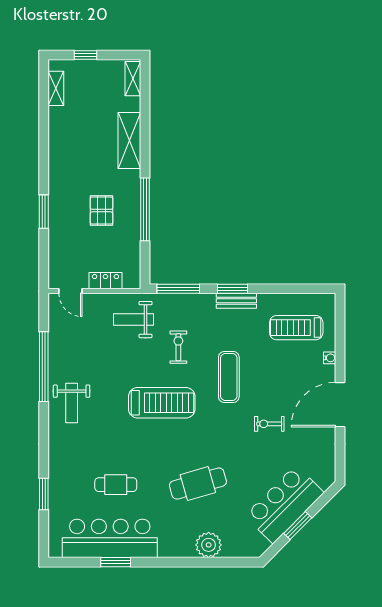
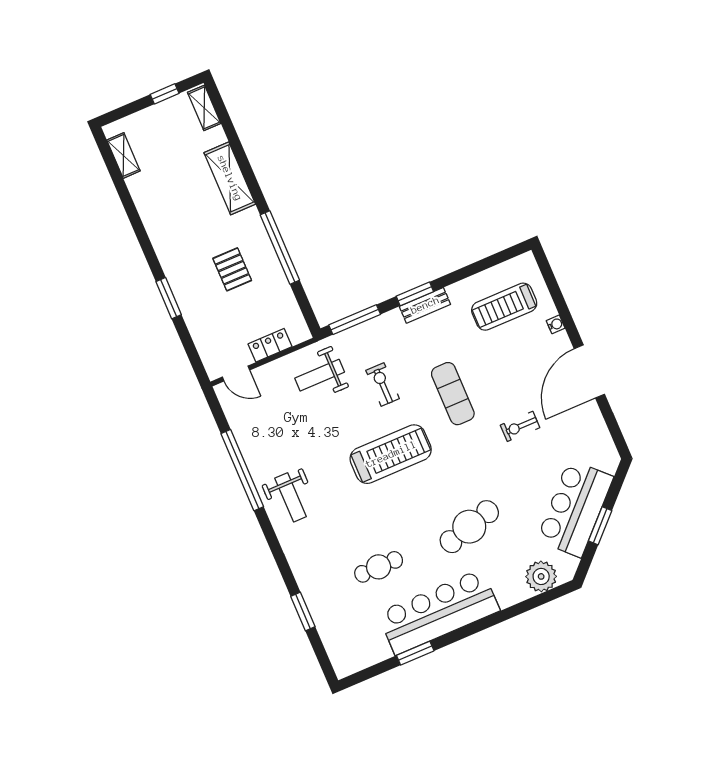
window: (86, 55) -> (165, 94), moved
bar counter: (110, 538) -> (439, 612), moved
plant: (209, 545) -> (541, 576), moved

